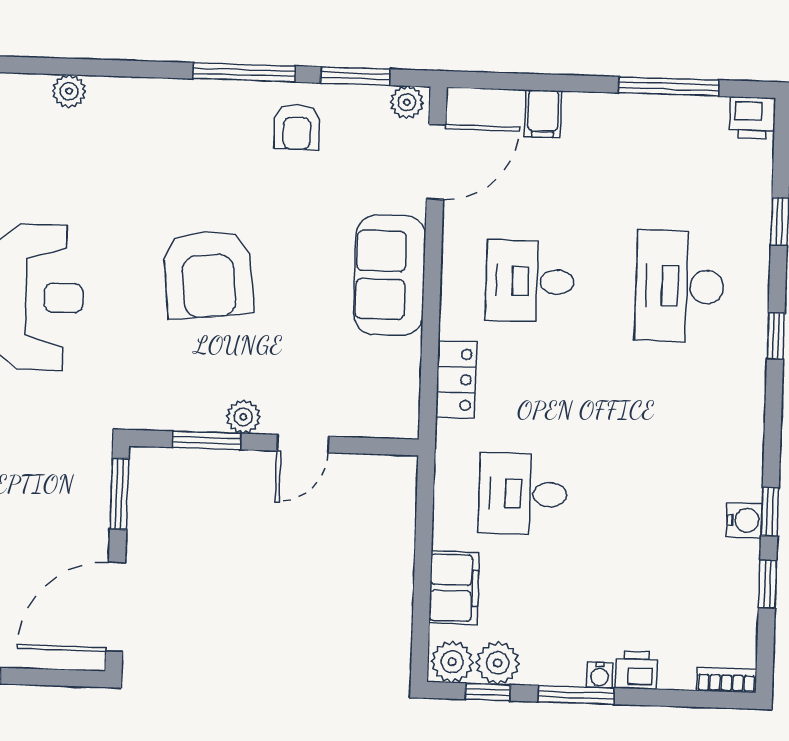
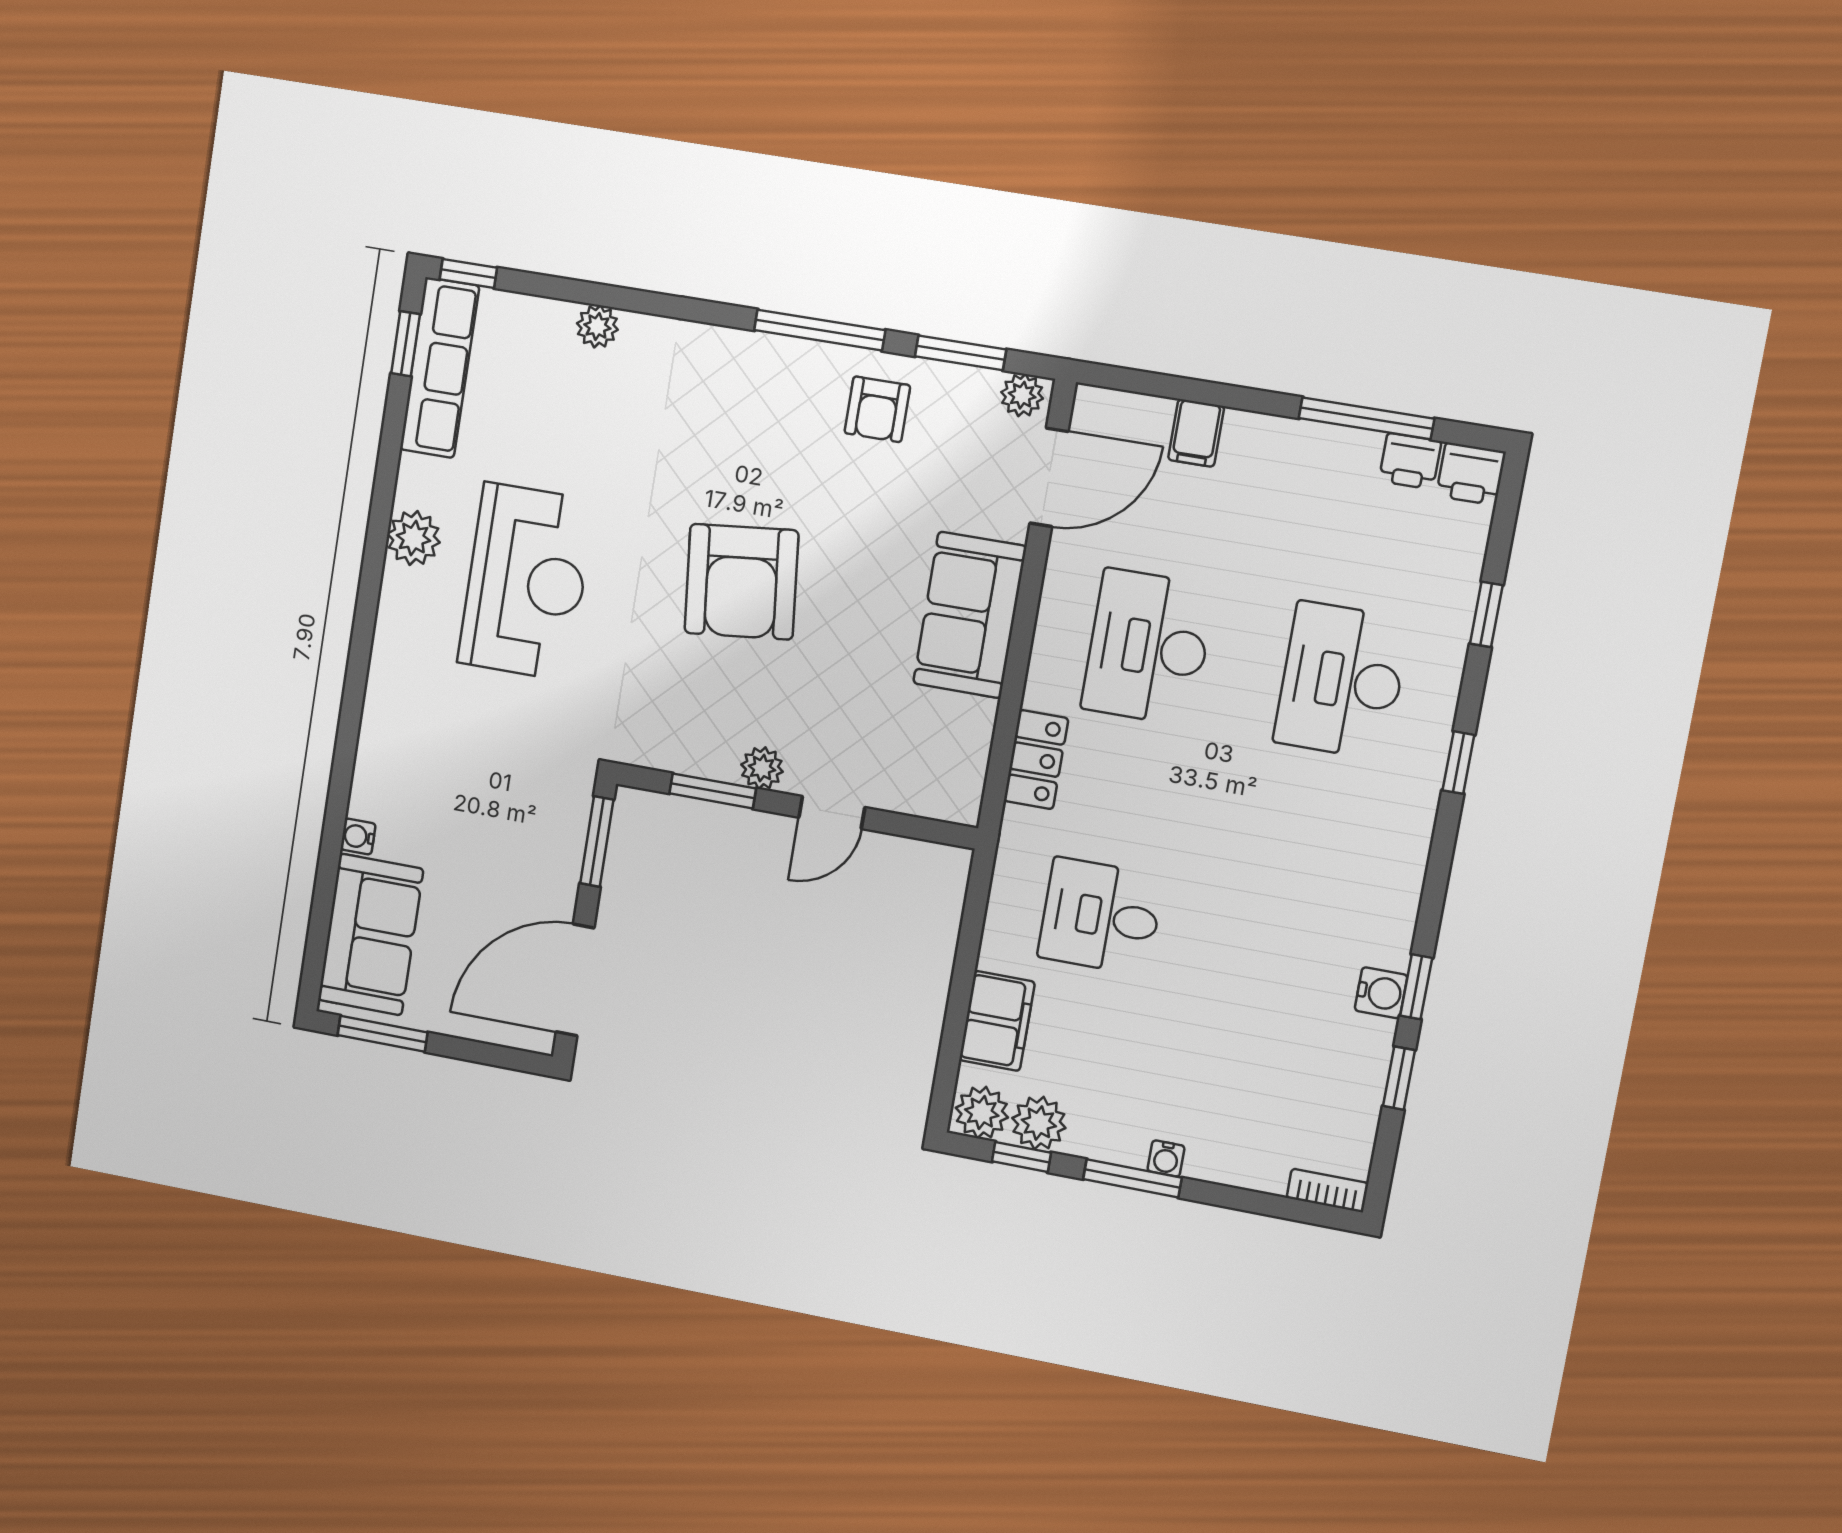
desk: (530, 281) -> (1148, 647), width x1.37
printer: (636, 670) -> (1410, 461), moved, turned 180

